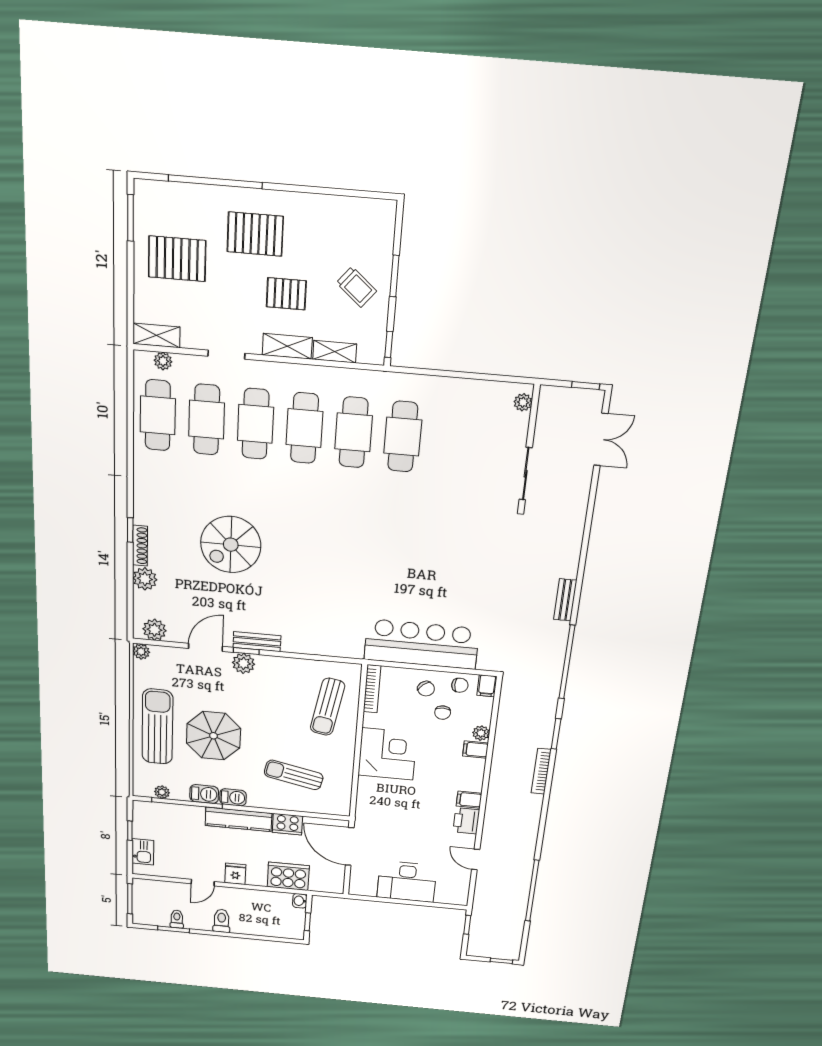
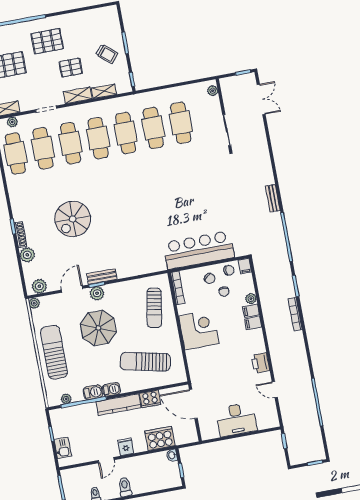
cafe table: (452, 441) -> (181, 123), added
parasol: (213, 736) -> (98, 328), moved
sun lounger: (294, 775) -> (145, 362), width x1.36, depth x1.34
filing cabinet: (469, 800) -> (253, 323), moved

